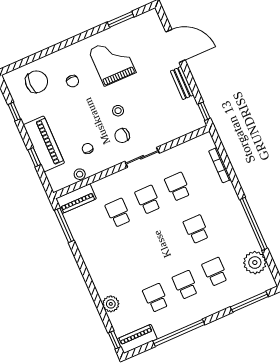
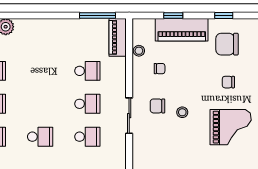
chair: (37, 82) -> (227, 44), moved, turned 90
chair: (122, 136) -> (157, 106), turned -90

